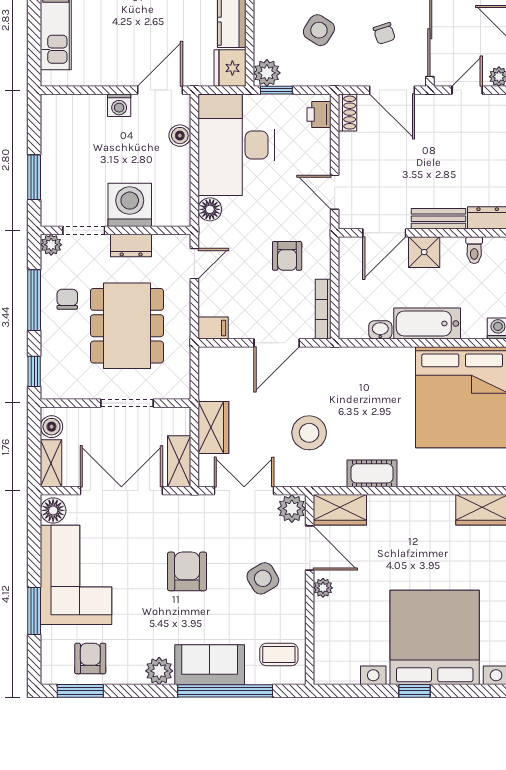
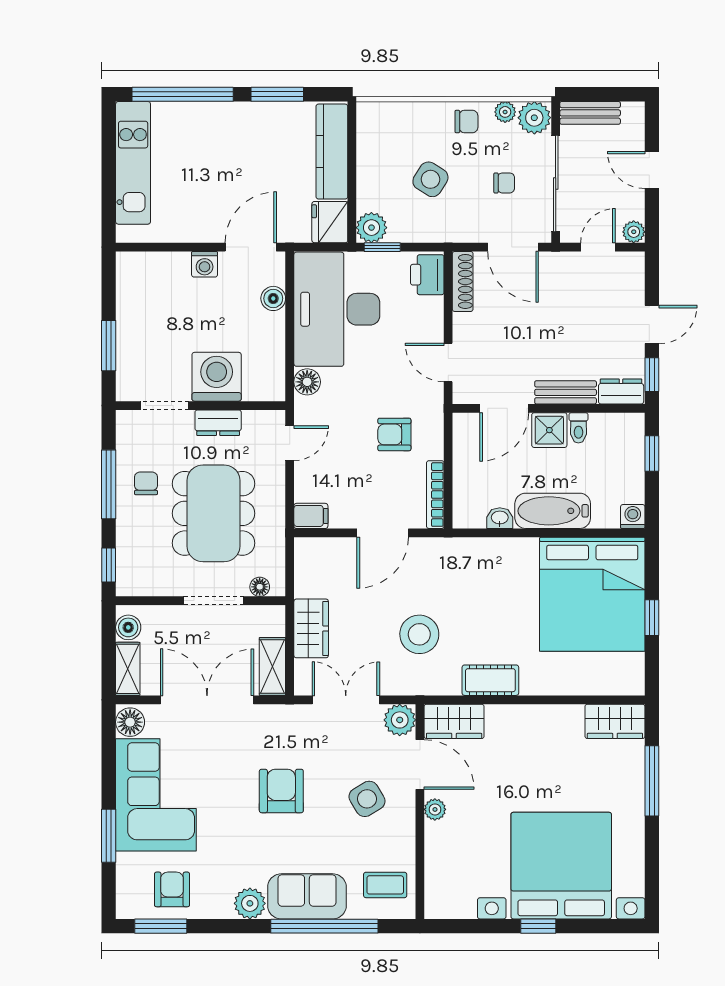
chair: (384, 33) -> (504, 183), turned -72
shoe rack: (347, 113) -> (463, 281), width x1.43
printer: (319, 115) -> (427, 275), width x1.36, depth x1.24
plant: (51, 245) -> (128, 422), removed
toilet: (474, 250) -> (578, 428), moved
armchair: (287, 256) -> (394, 434), turned 90
floor lamp: (168, 391) -> (260, 587), added

